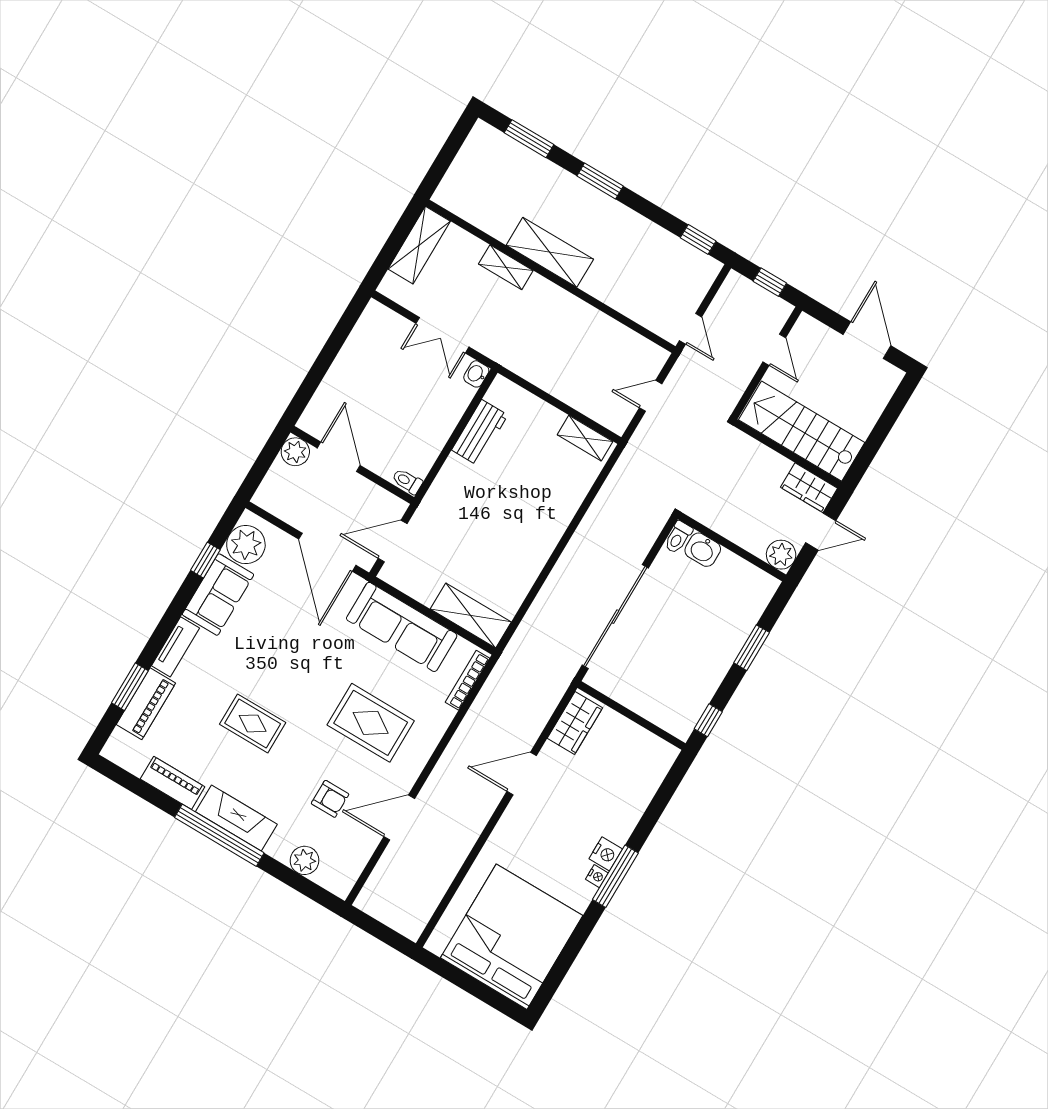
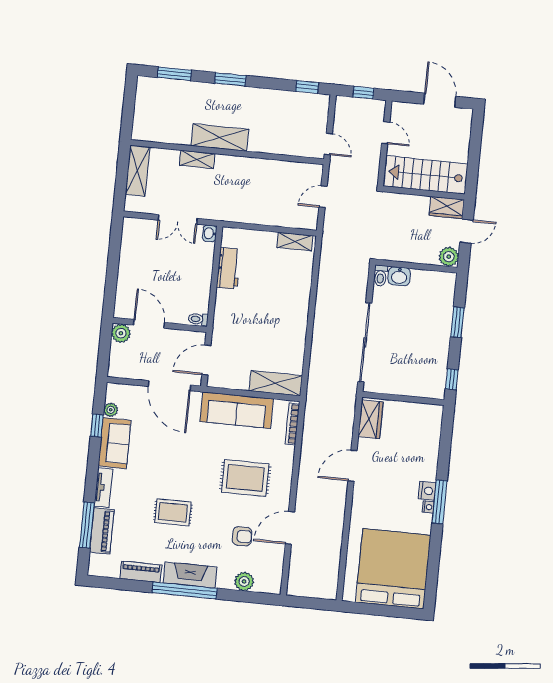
plant: (246, 545) -> (111, 410), width x0.53, depth x0.53
window: (130, 687) -> (87, 525), width x1.44

